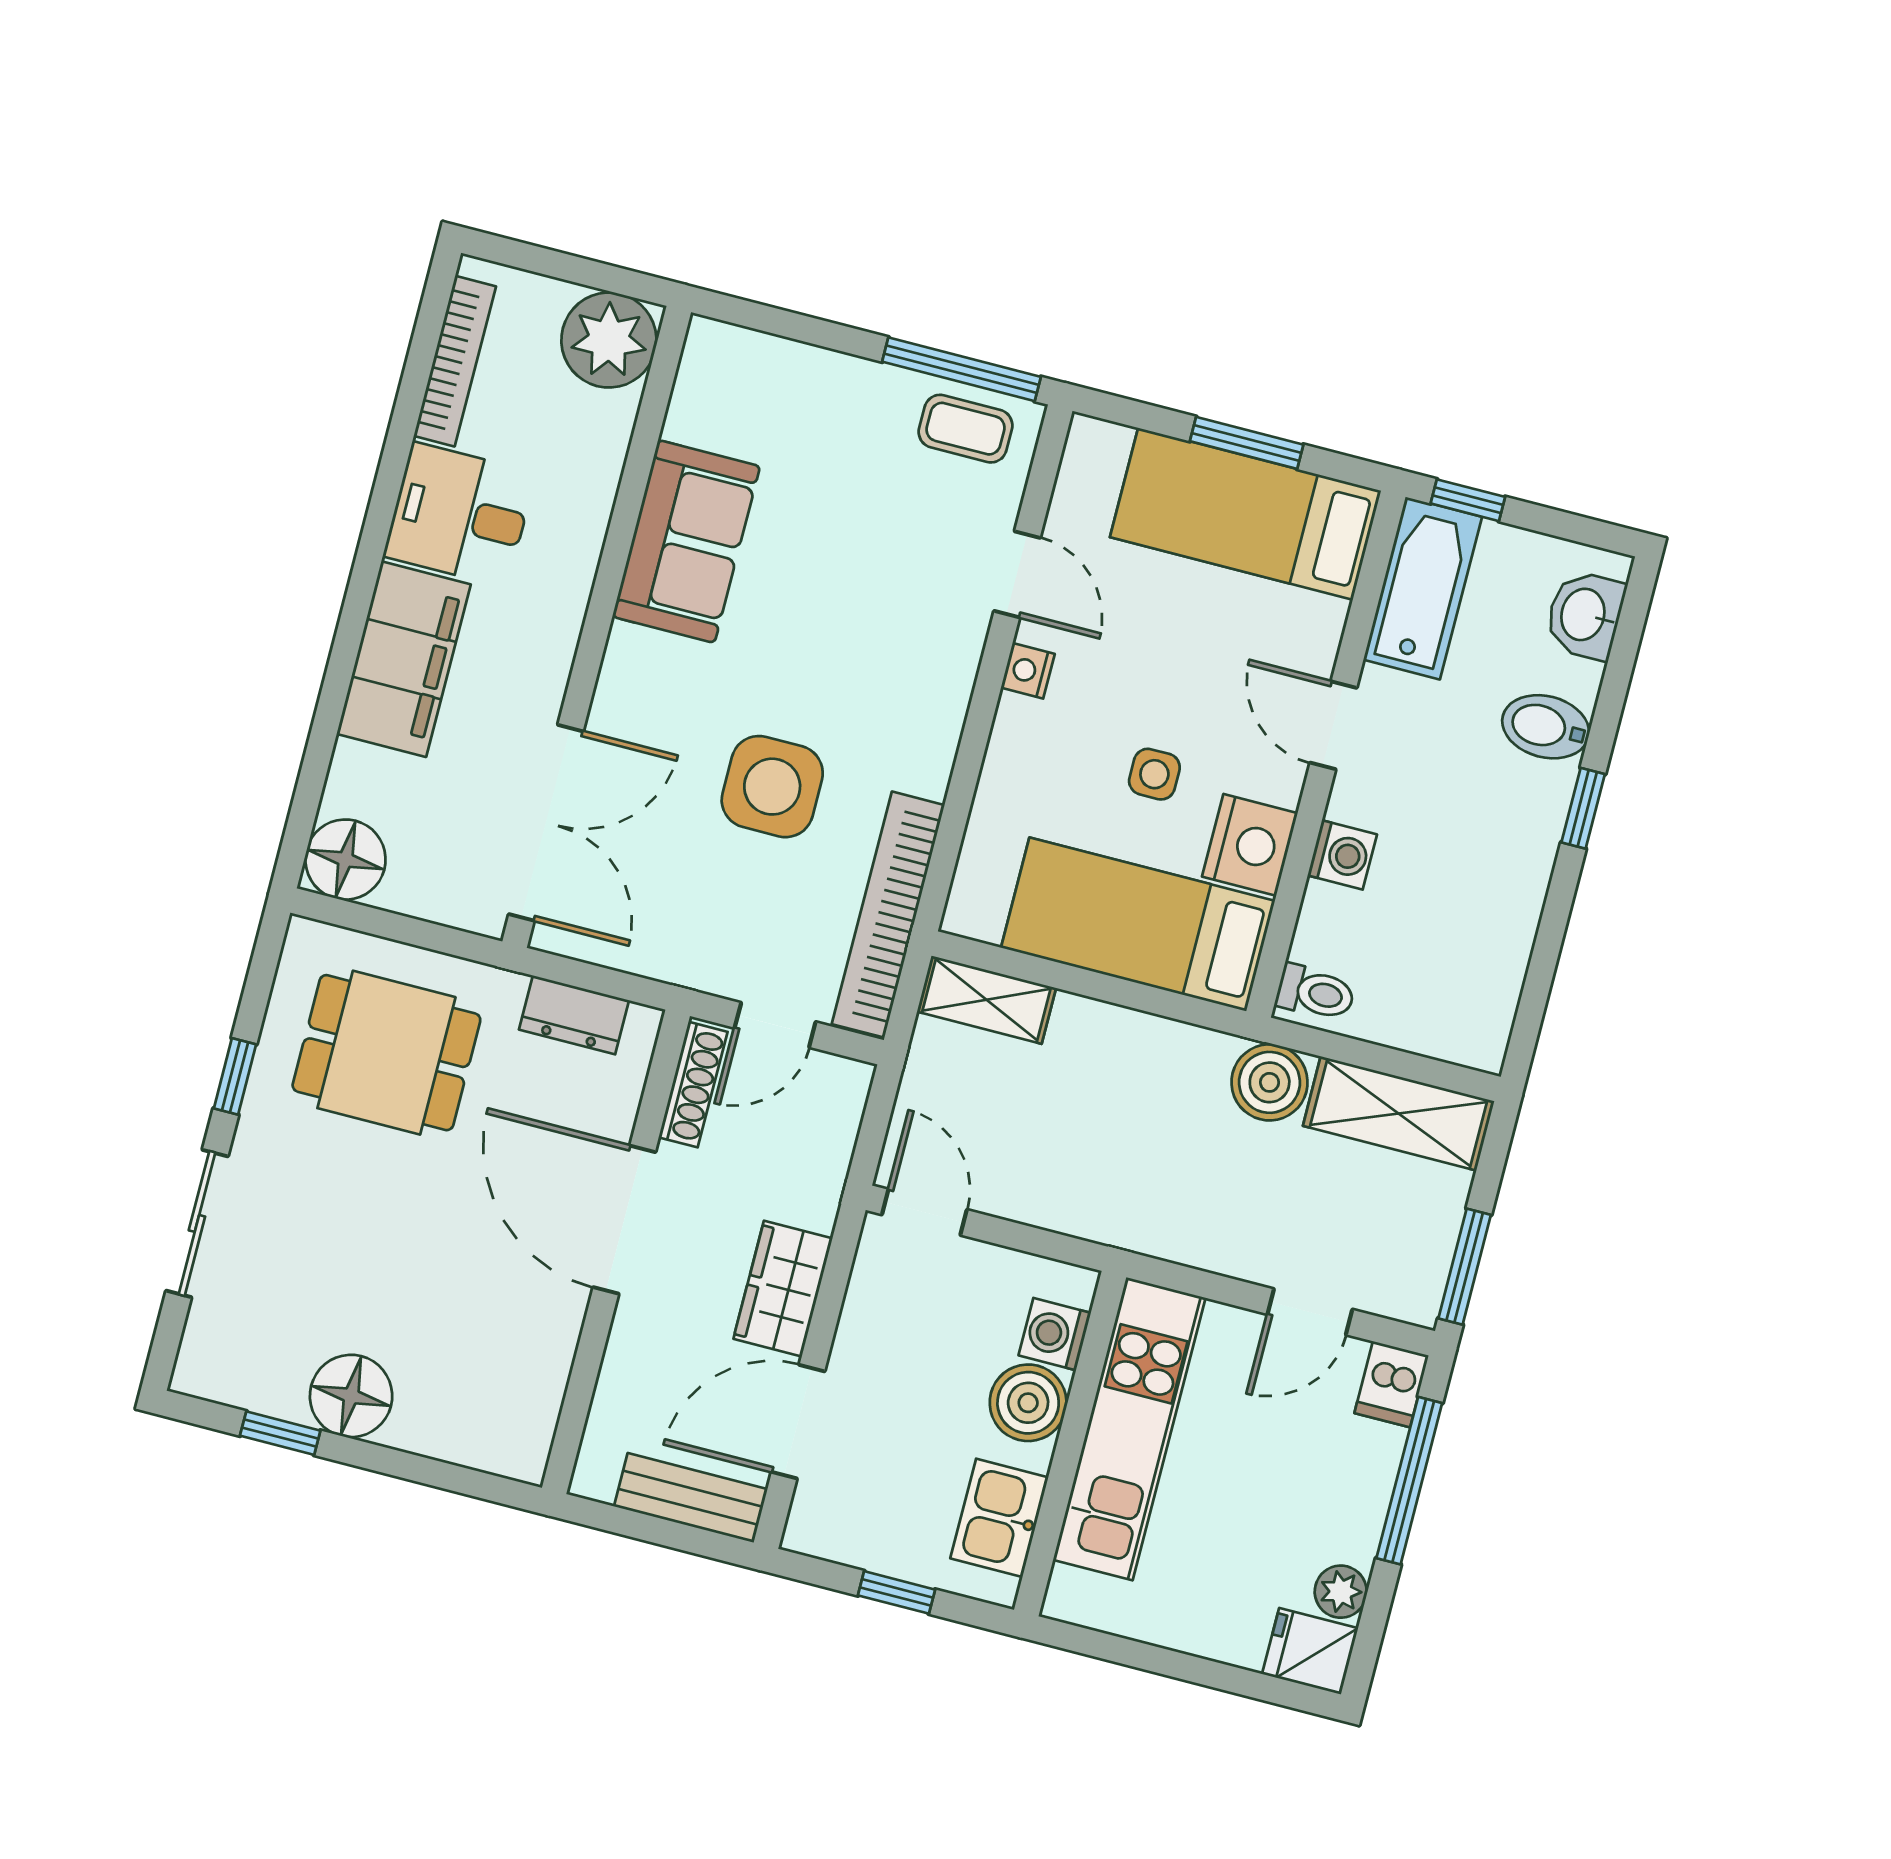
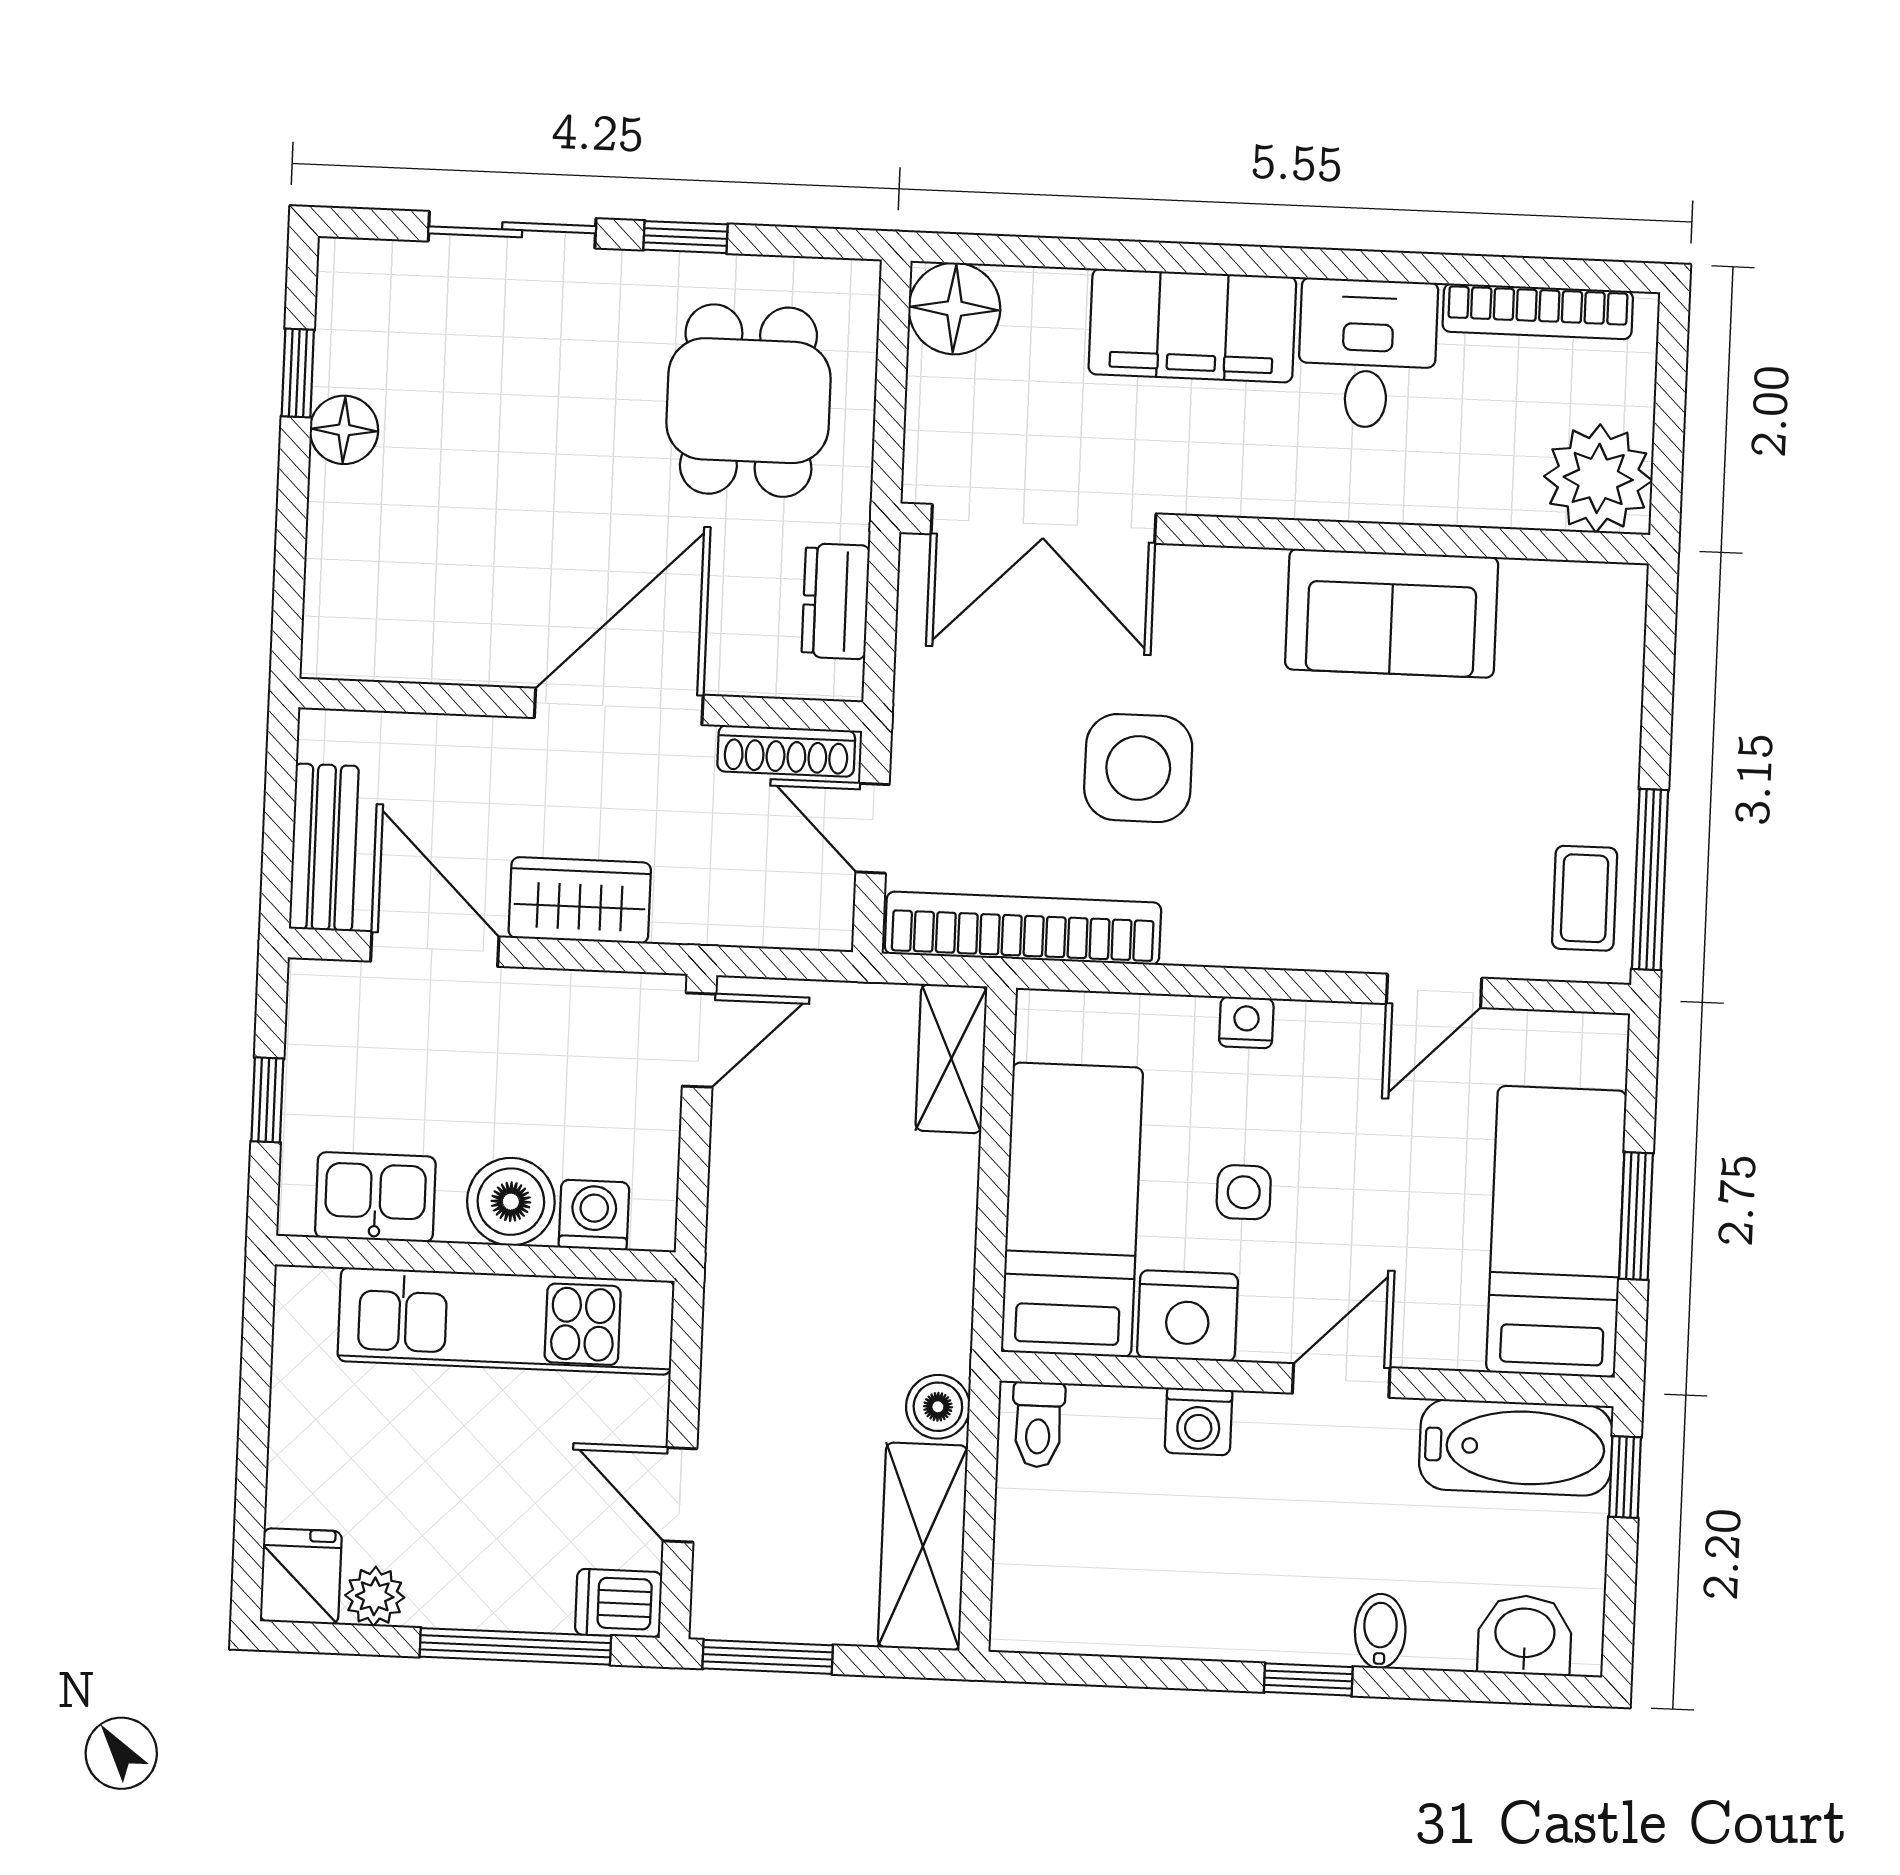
nightstand: (1028, 671) -> (1246, 1022), moved
bidet: (1546, 727) -> (1380, 1631), width x0.72, depth x0.74
boiler: (1270, 1082) -> (938, 1407), width x0.73, depth x0.73
floor lamp: (351, 1396) -> (344, 430), width x0.73, depth x0.73

